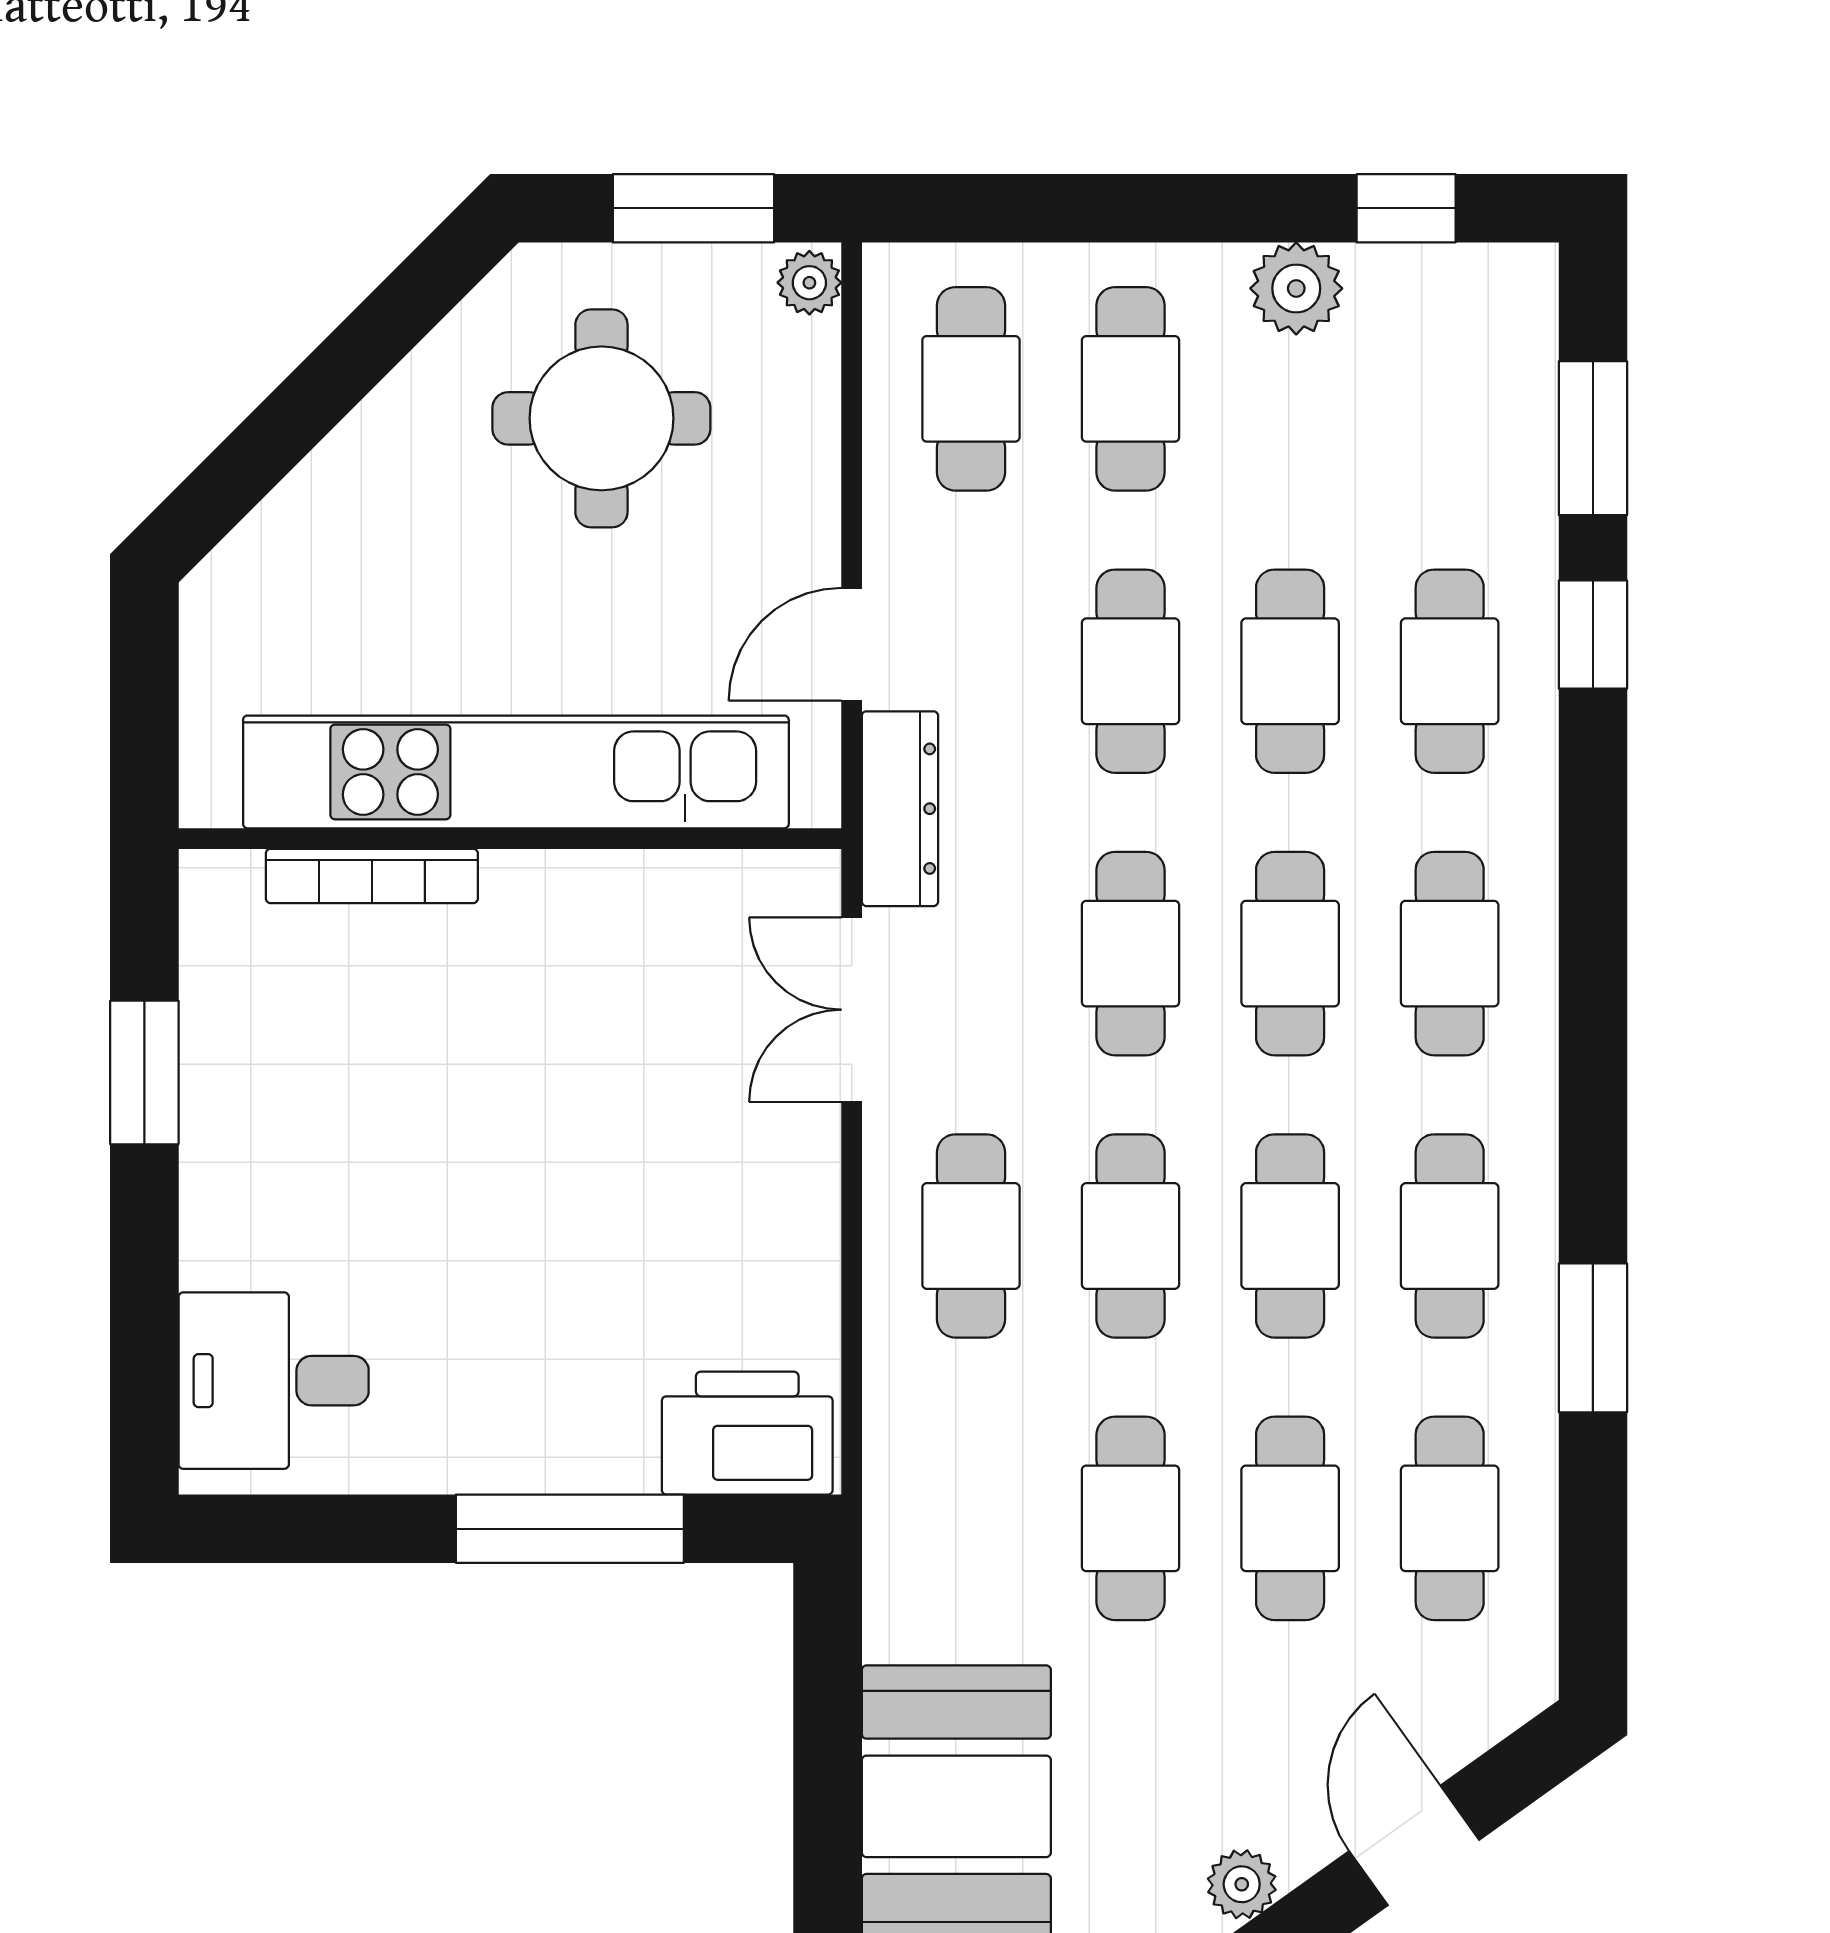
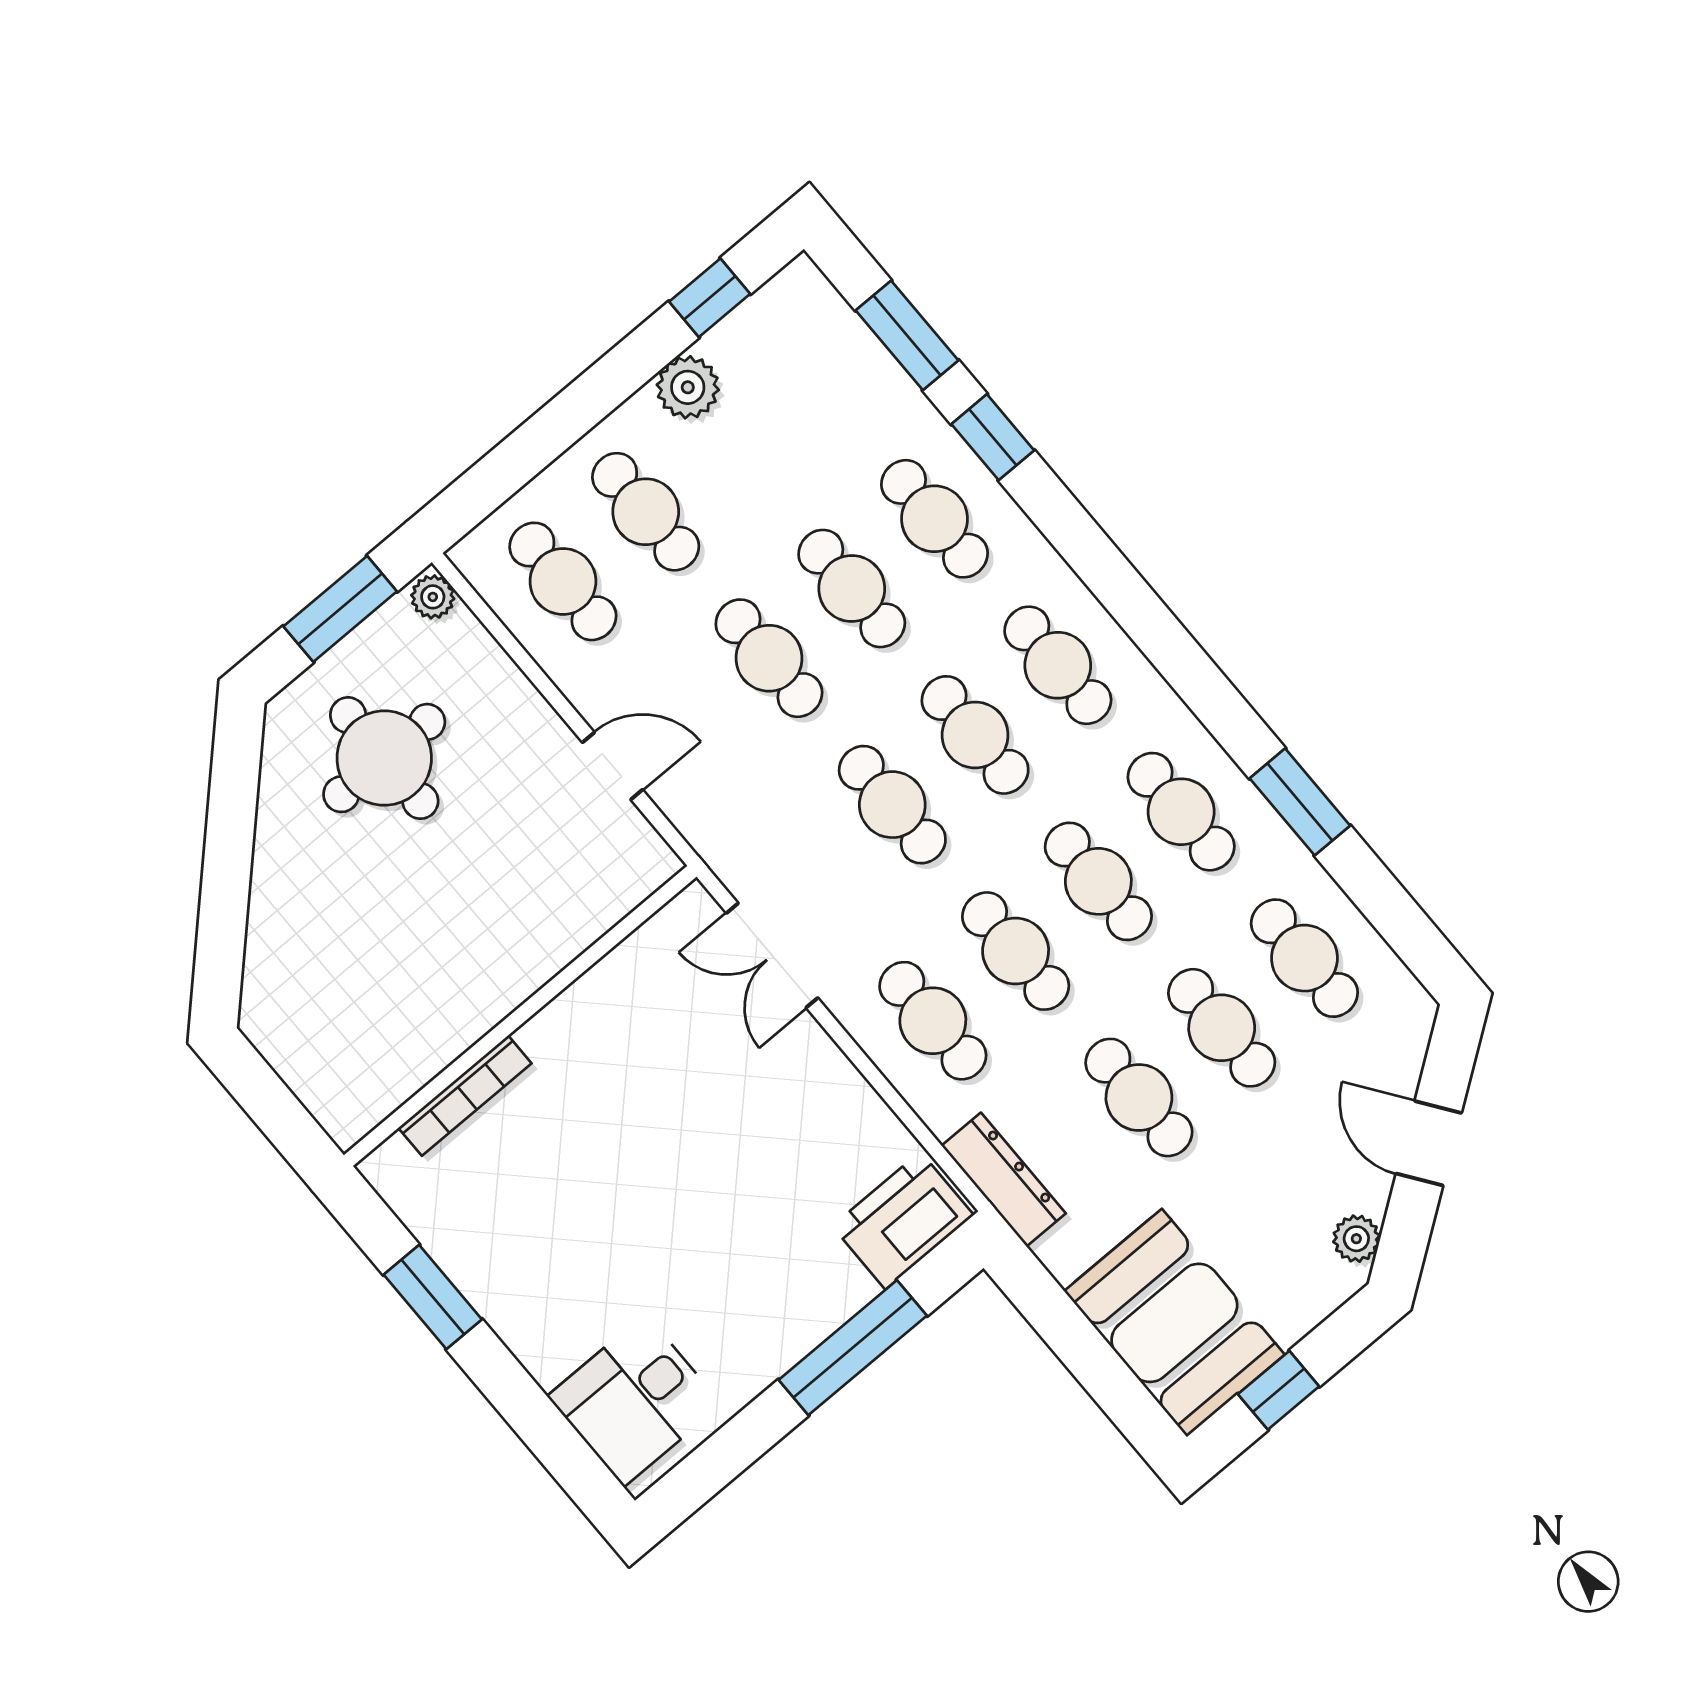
door: (852, 644) -> (613, 766), swing flipped
kitchen unit: (516, 772) -> (494, 979), removed
dresser: (900, 809) -> (1004, 1180), moved

